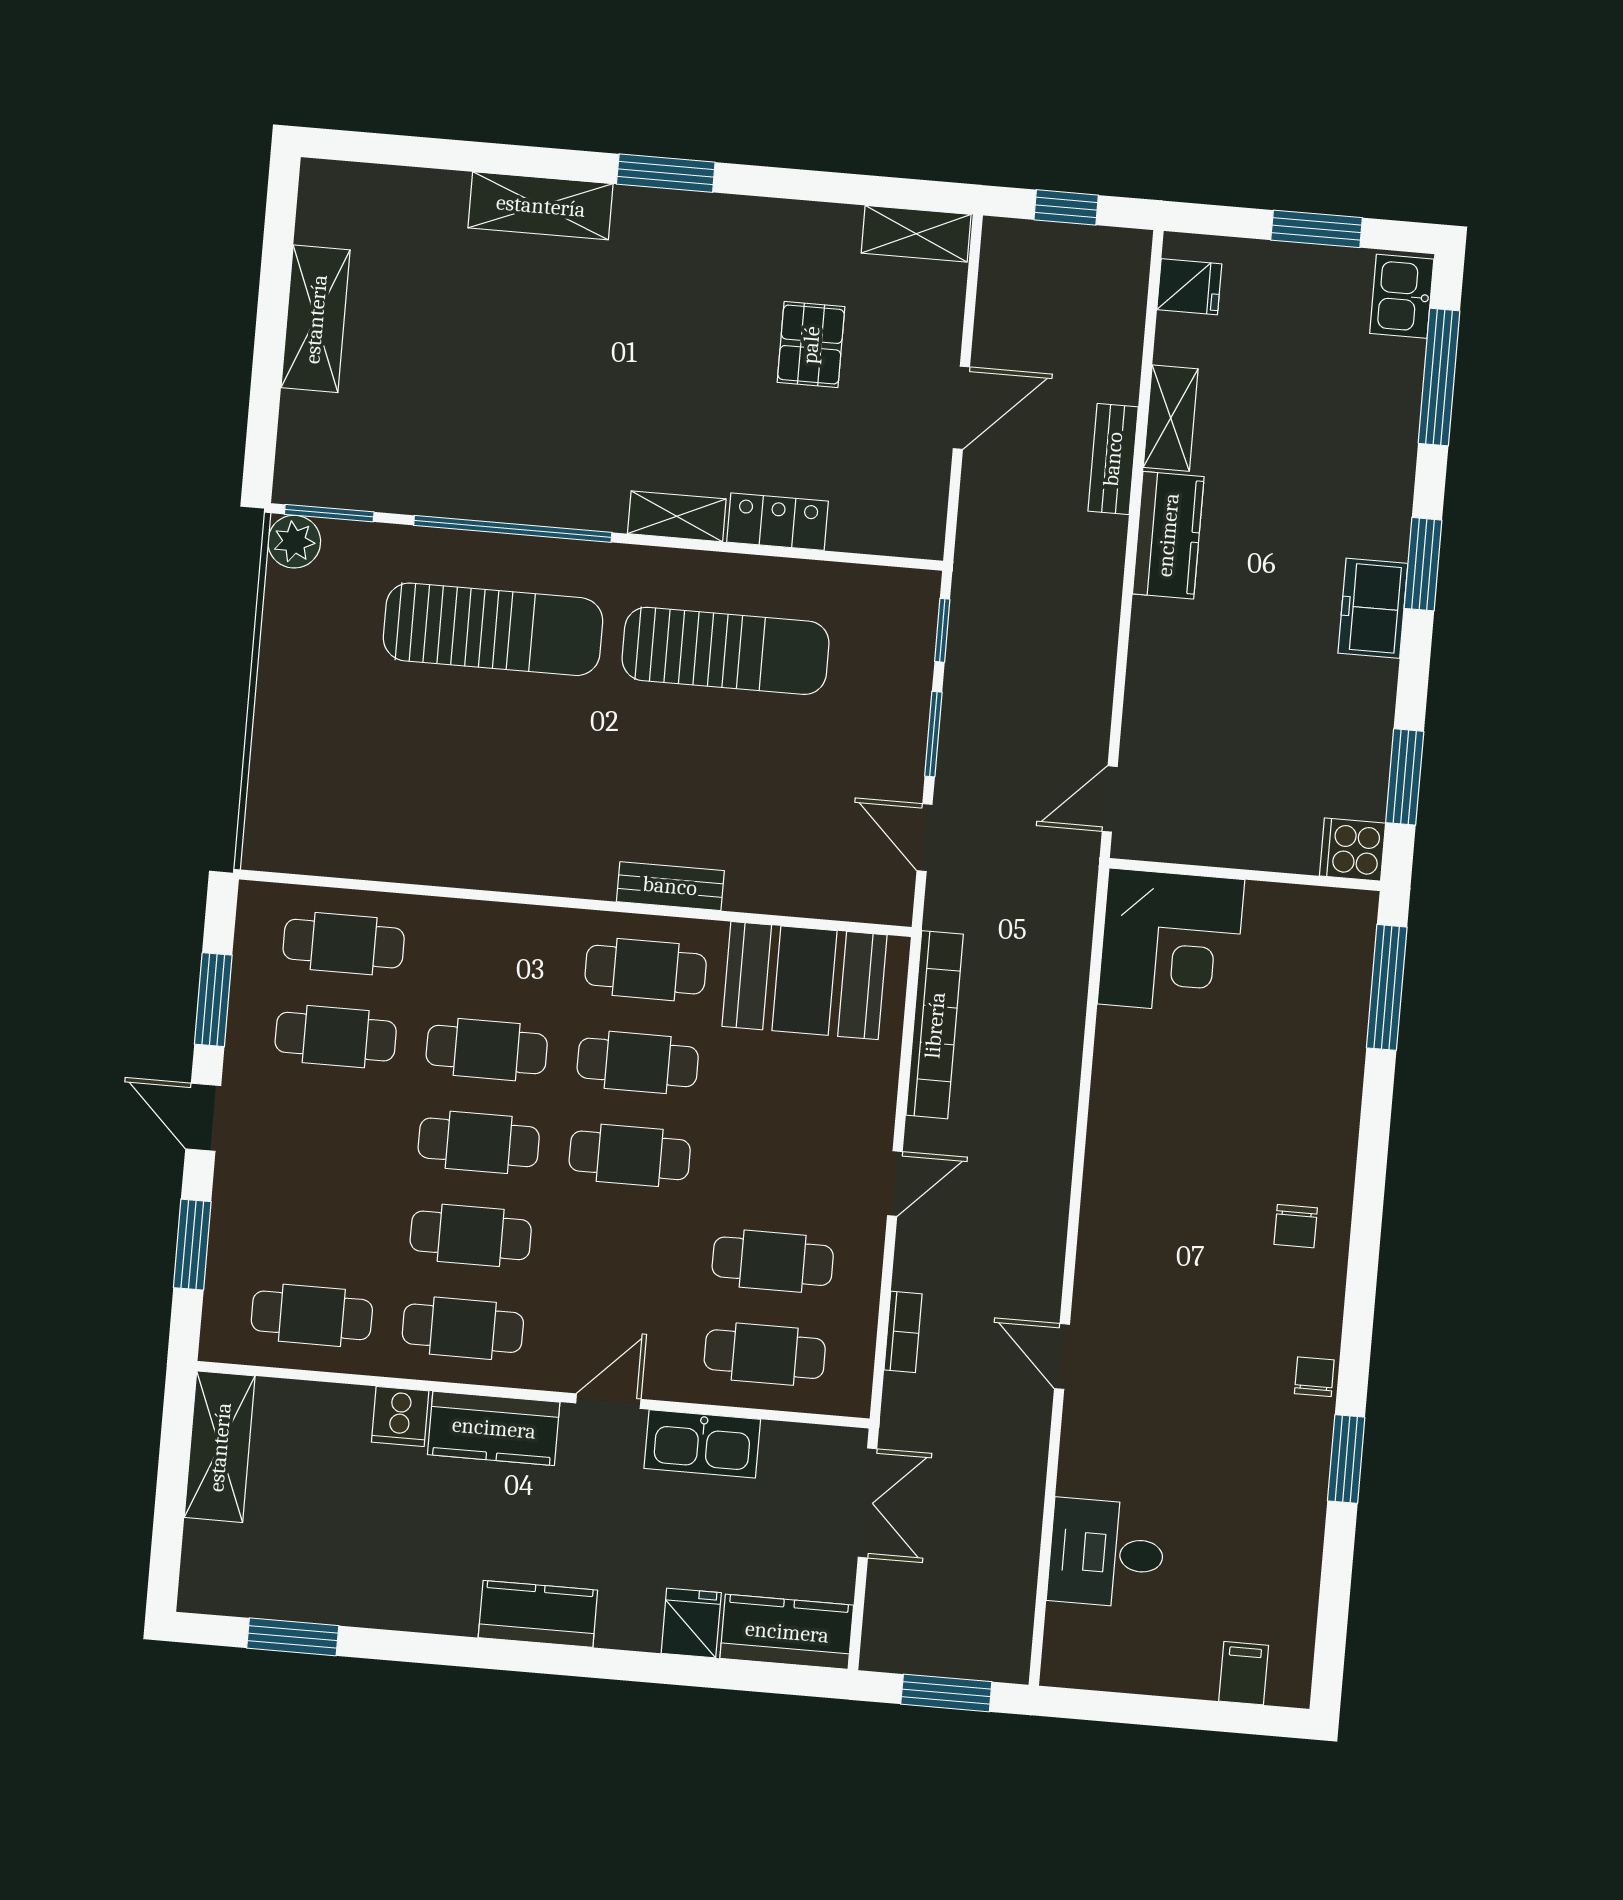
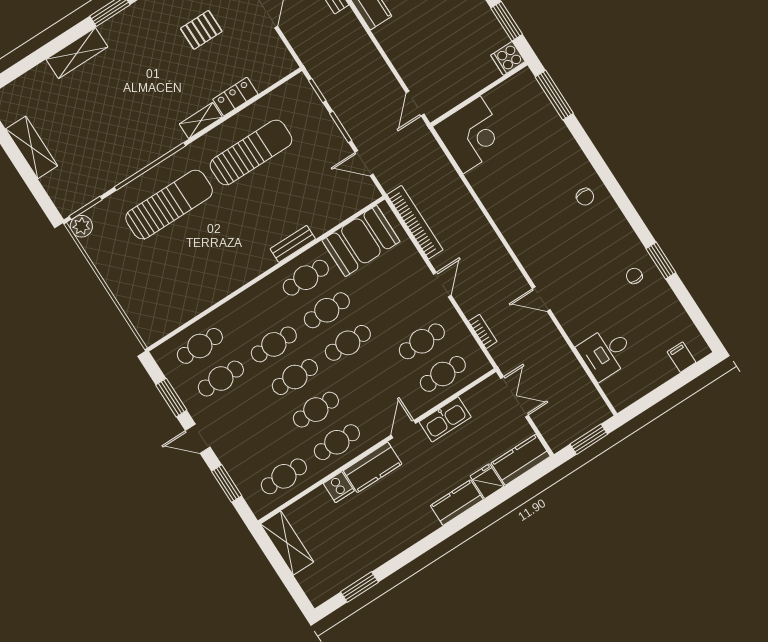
pallet: (811, 345) -> (201, 30), turned 90
chair: (1314, 1377) -> (634, 276), moved
kitchen counter: (538, 1614) -> (457, 503), moved

